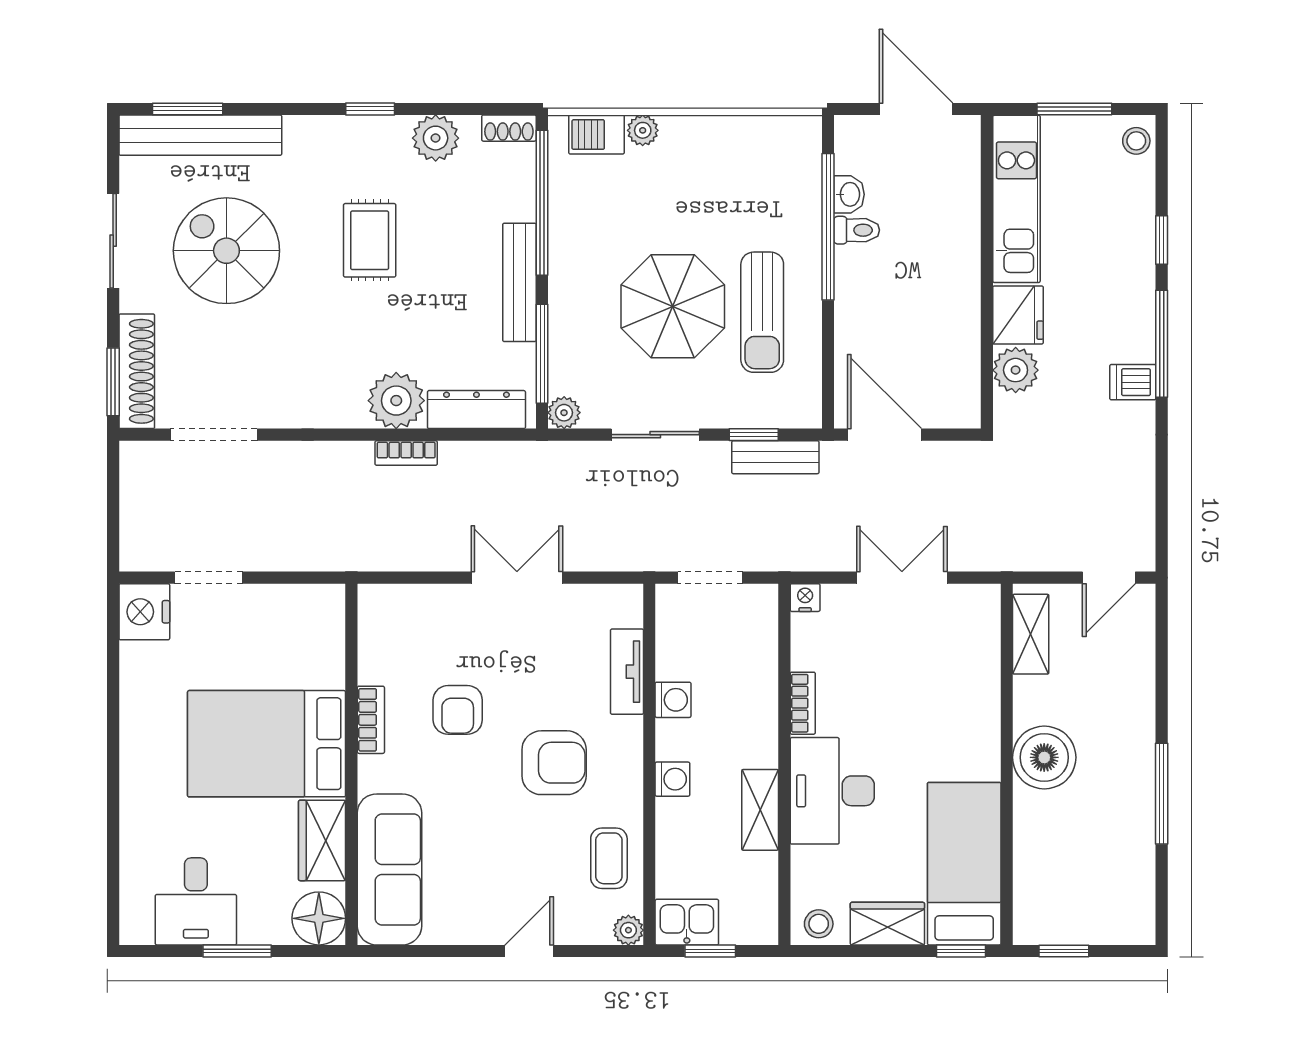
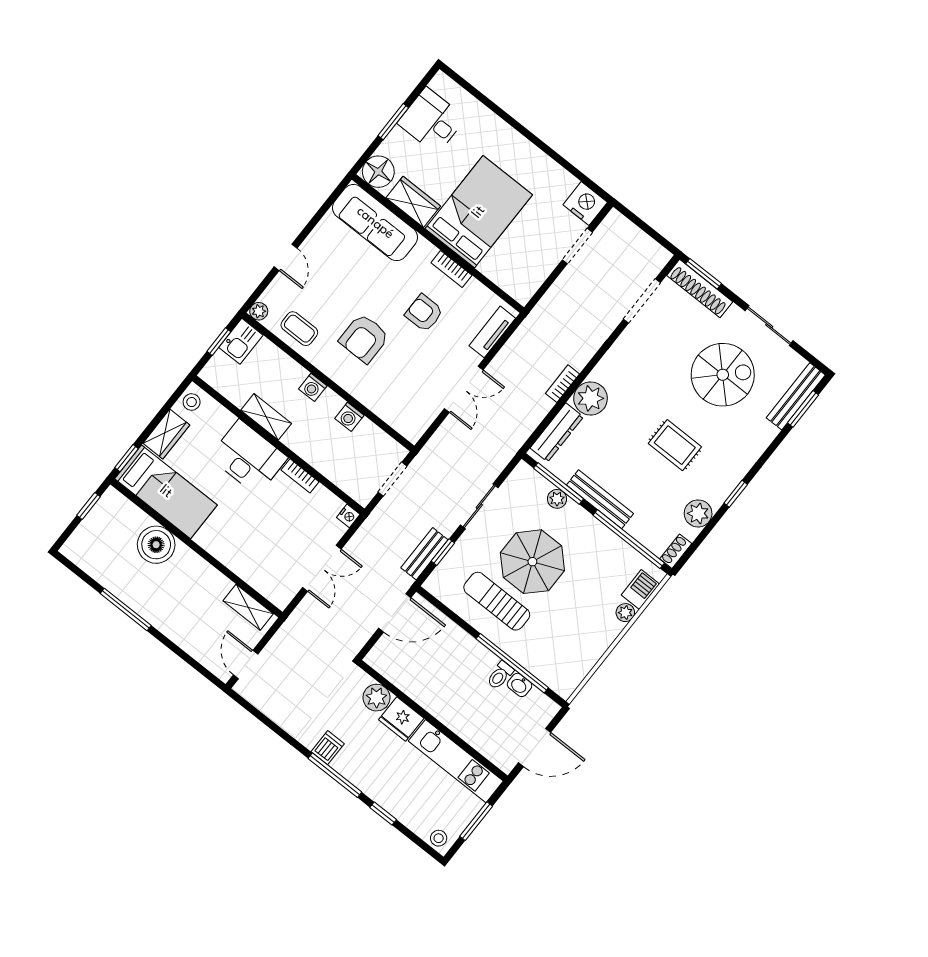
bench: (200, 135) -> (796, 396), width x0.73, depth x0.82
plant: (564, 413) -> (557, 499), moved
tv unit: (627, 672) -> (492, 332), moved, turned -90
boiler: (1044, 757) -> (156, 545), moved

